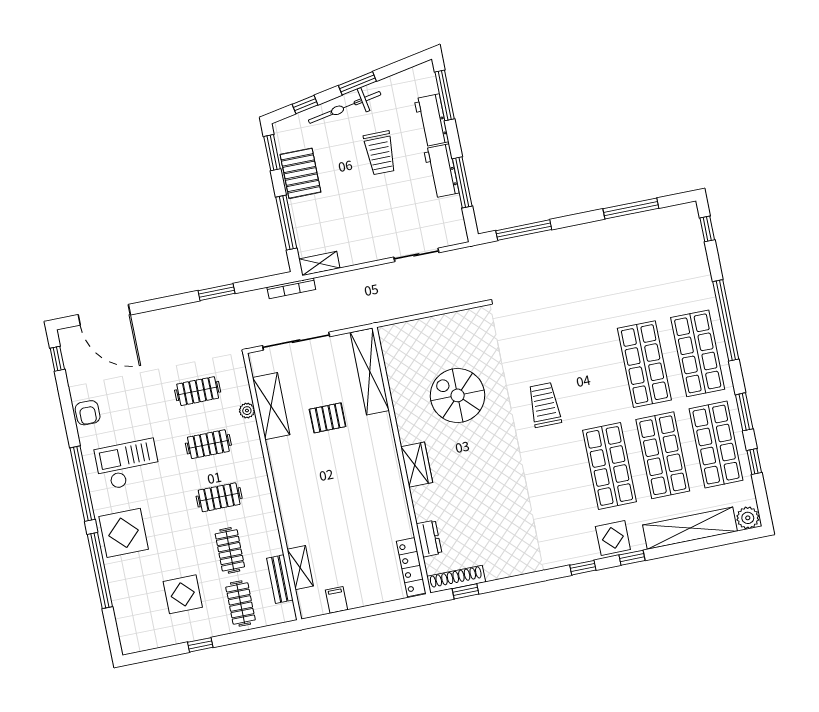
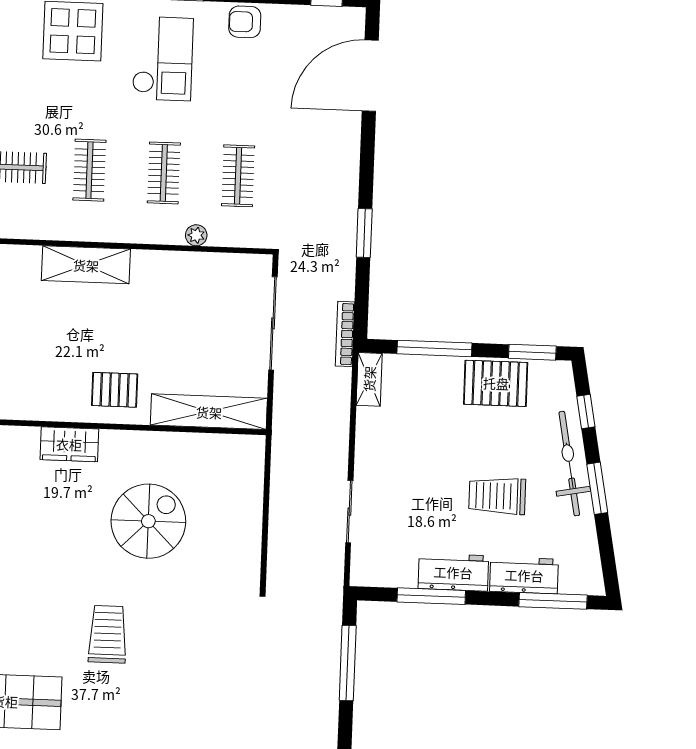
trolley: (545, 405) -> (108, 634), turned -90
shelving: (271, 406) -> (86, 265), moved
pallet: (328, 418) -> (115, 390), moved, turned 90

